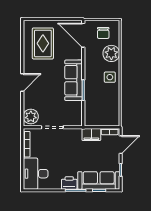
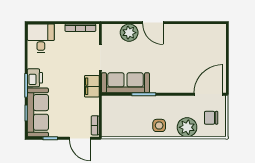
rug: (43, 43) -> (199, 47), removed
sofa: (73, 80) -> (125, 83), moved
plant: (31, 116) -> (129, 33), moved
filing cabinet: (91, 134) -> (92, 86), moved
desk: (36, 174) -> (41, 38), width x0.73

